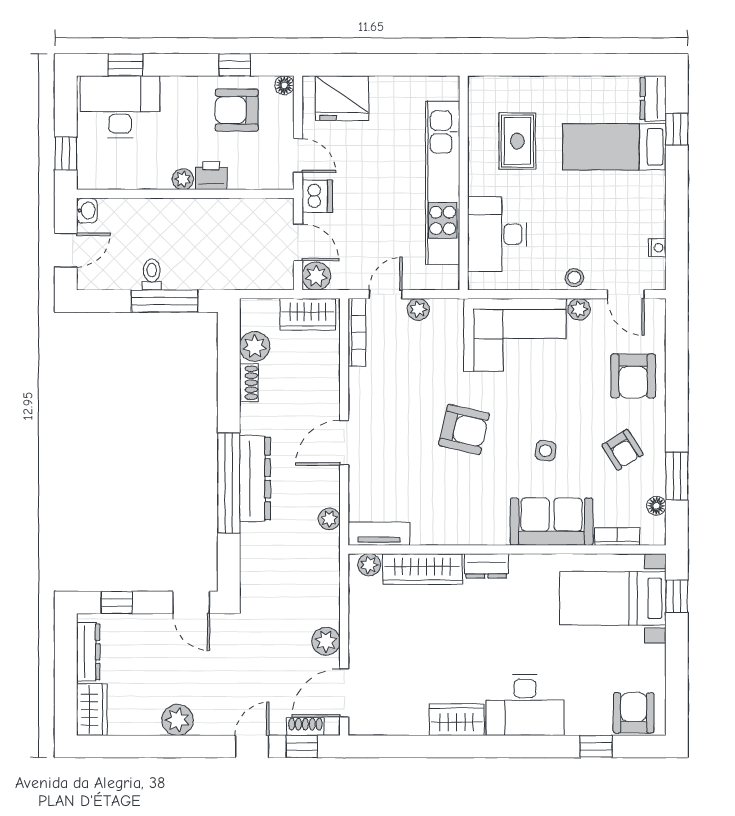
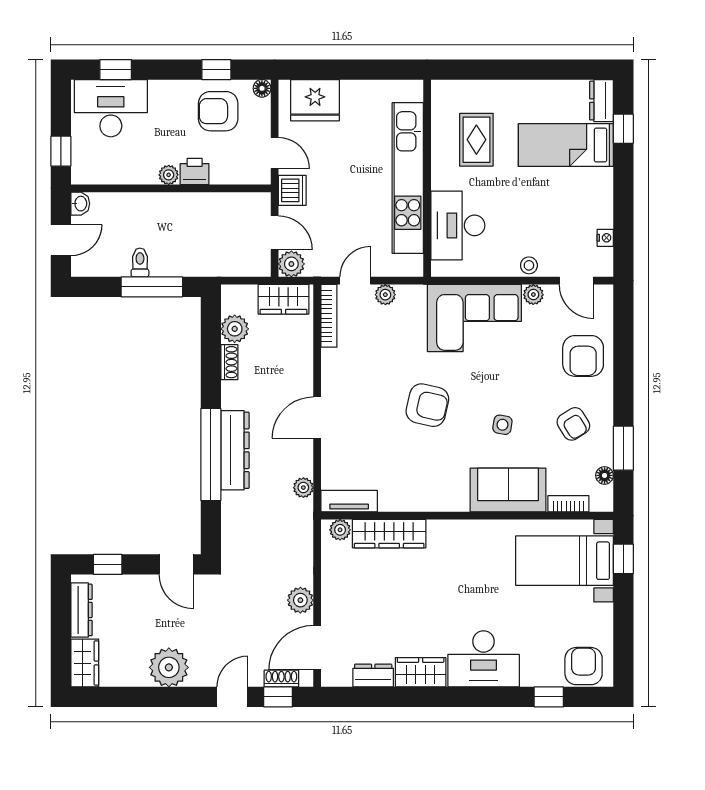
dresser: (486, 566) -> (373, 676), moved, turned 180
plant: (177, 720) -> (169, 667), width x1.36, depth x1.36

